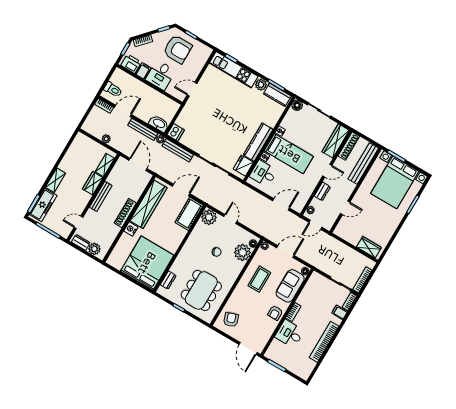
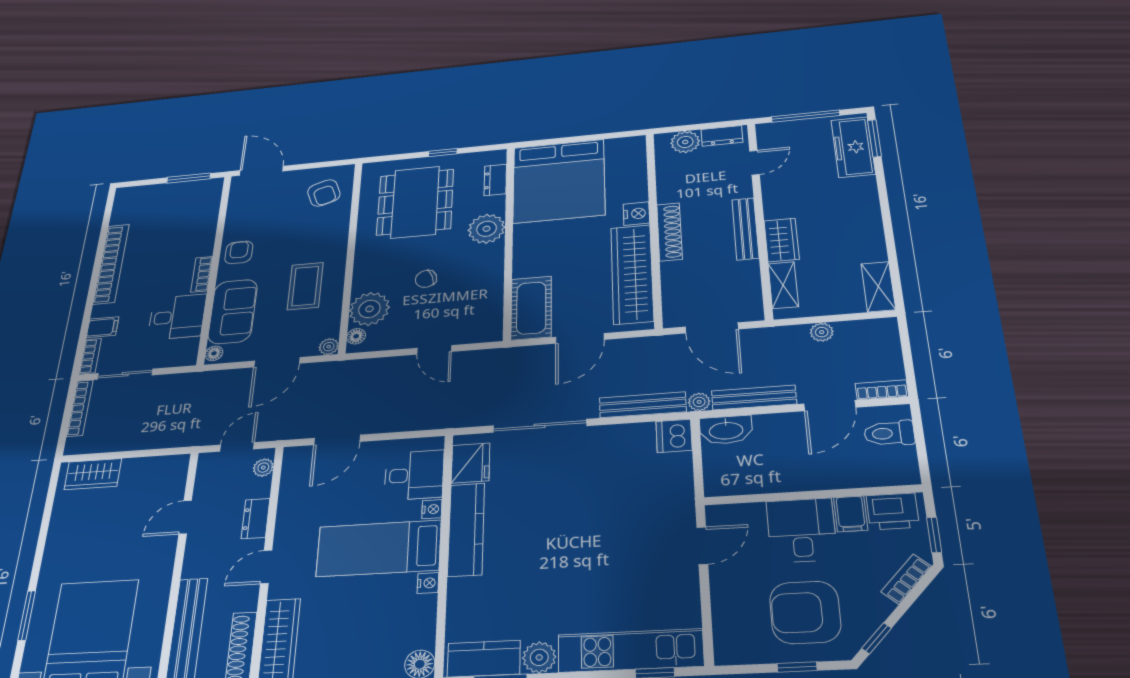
shelving: (55, 180) -> (878, 287), moved
plant: (209, 217) -> (487, 229), moved
desk: (290, 334) -> (177, 317), moved

